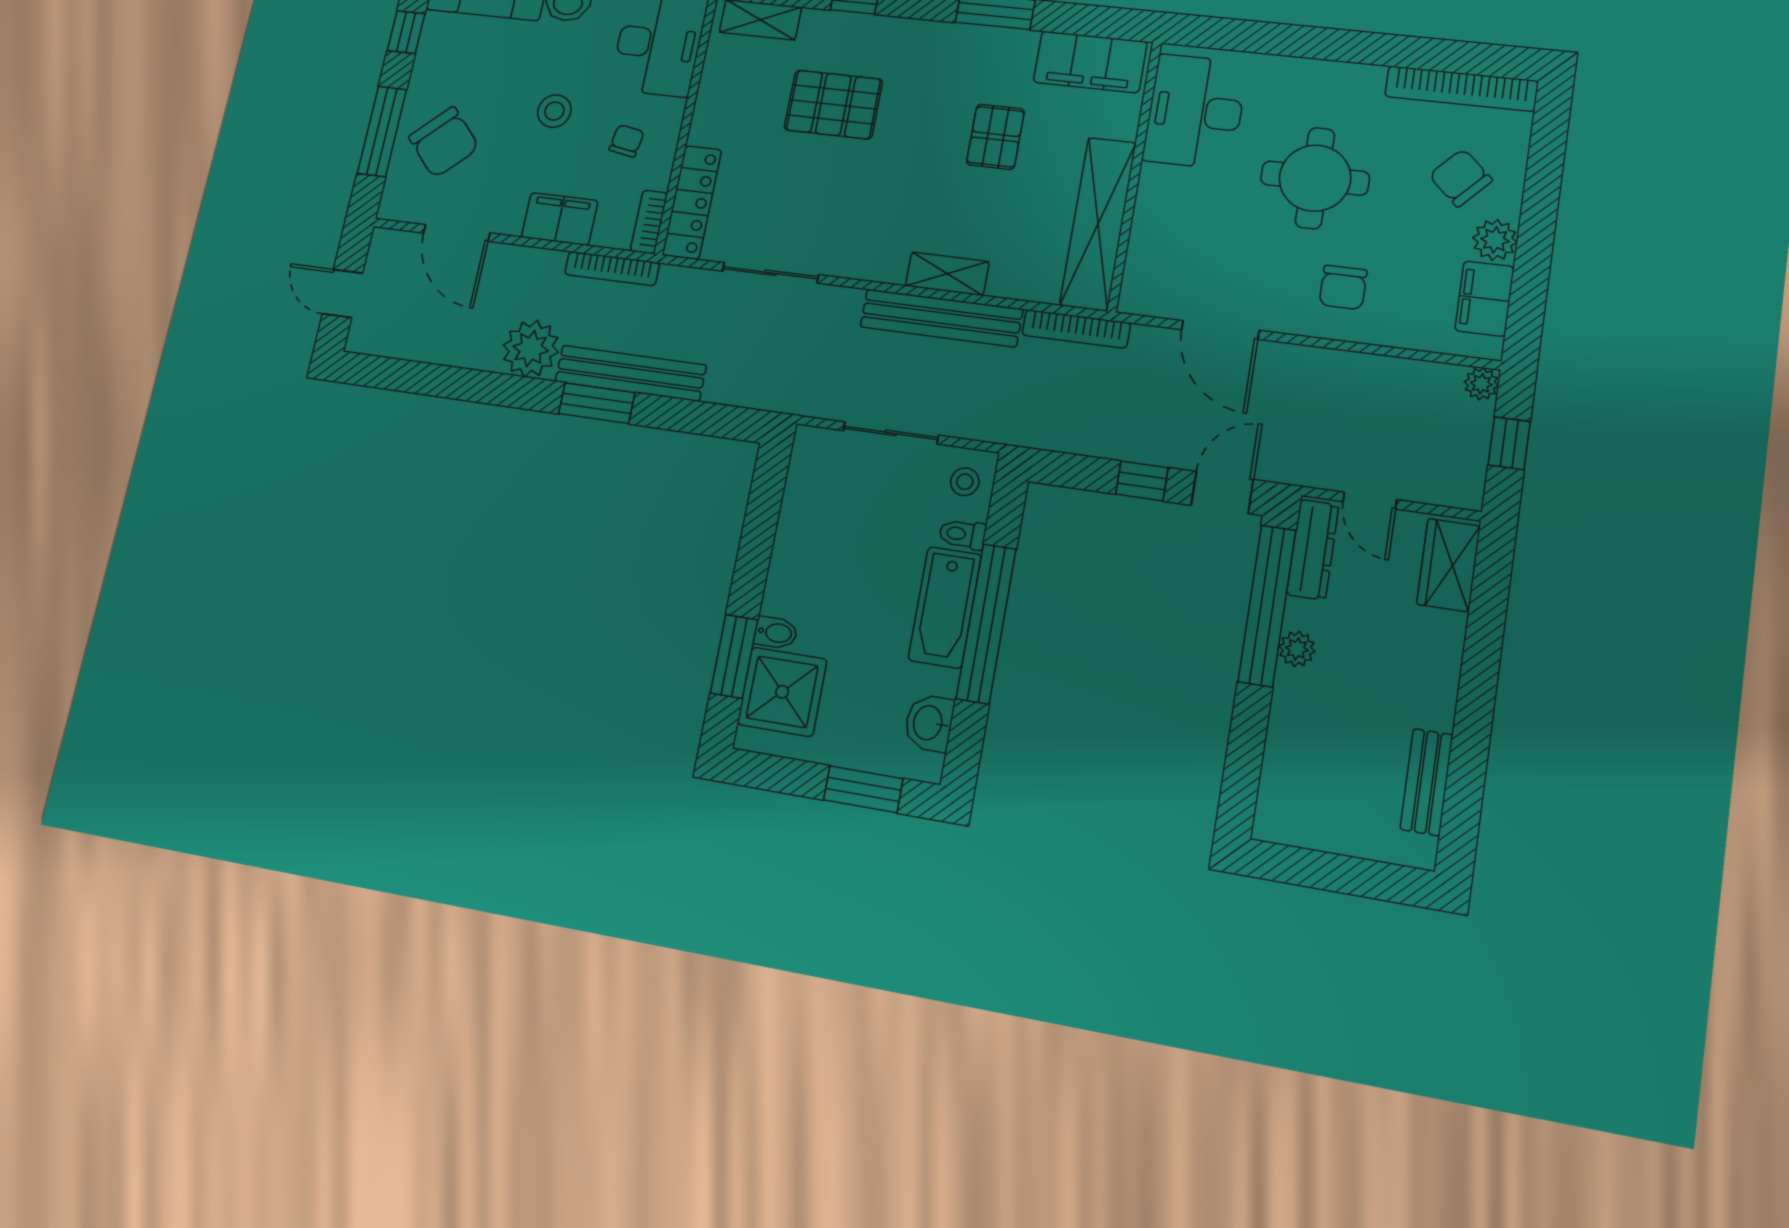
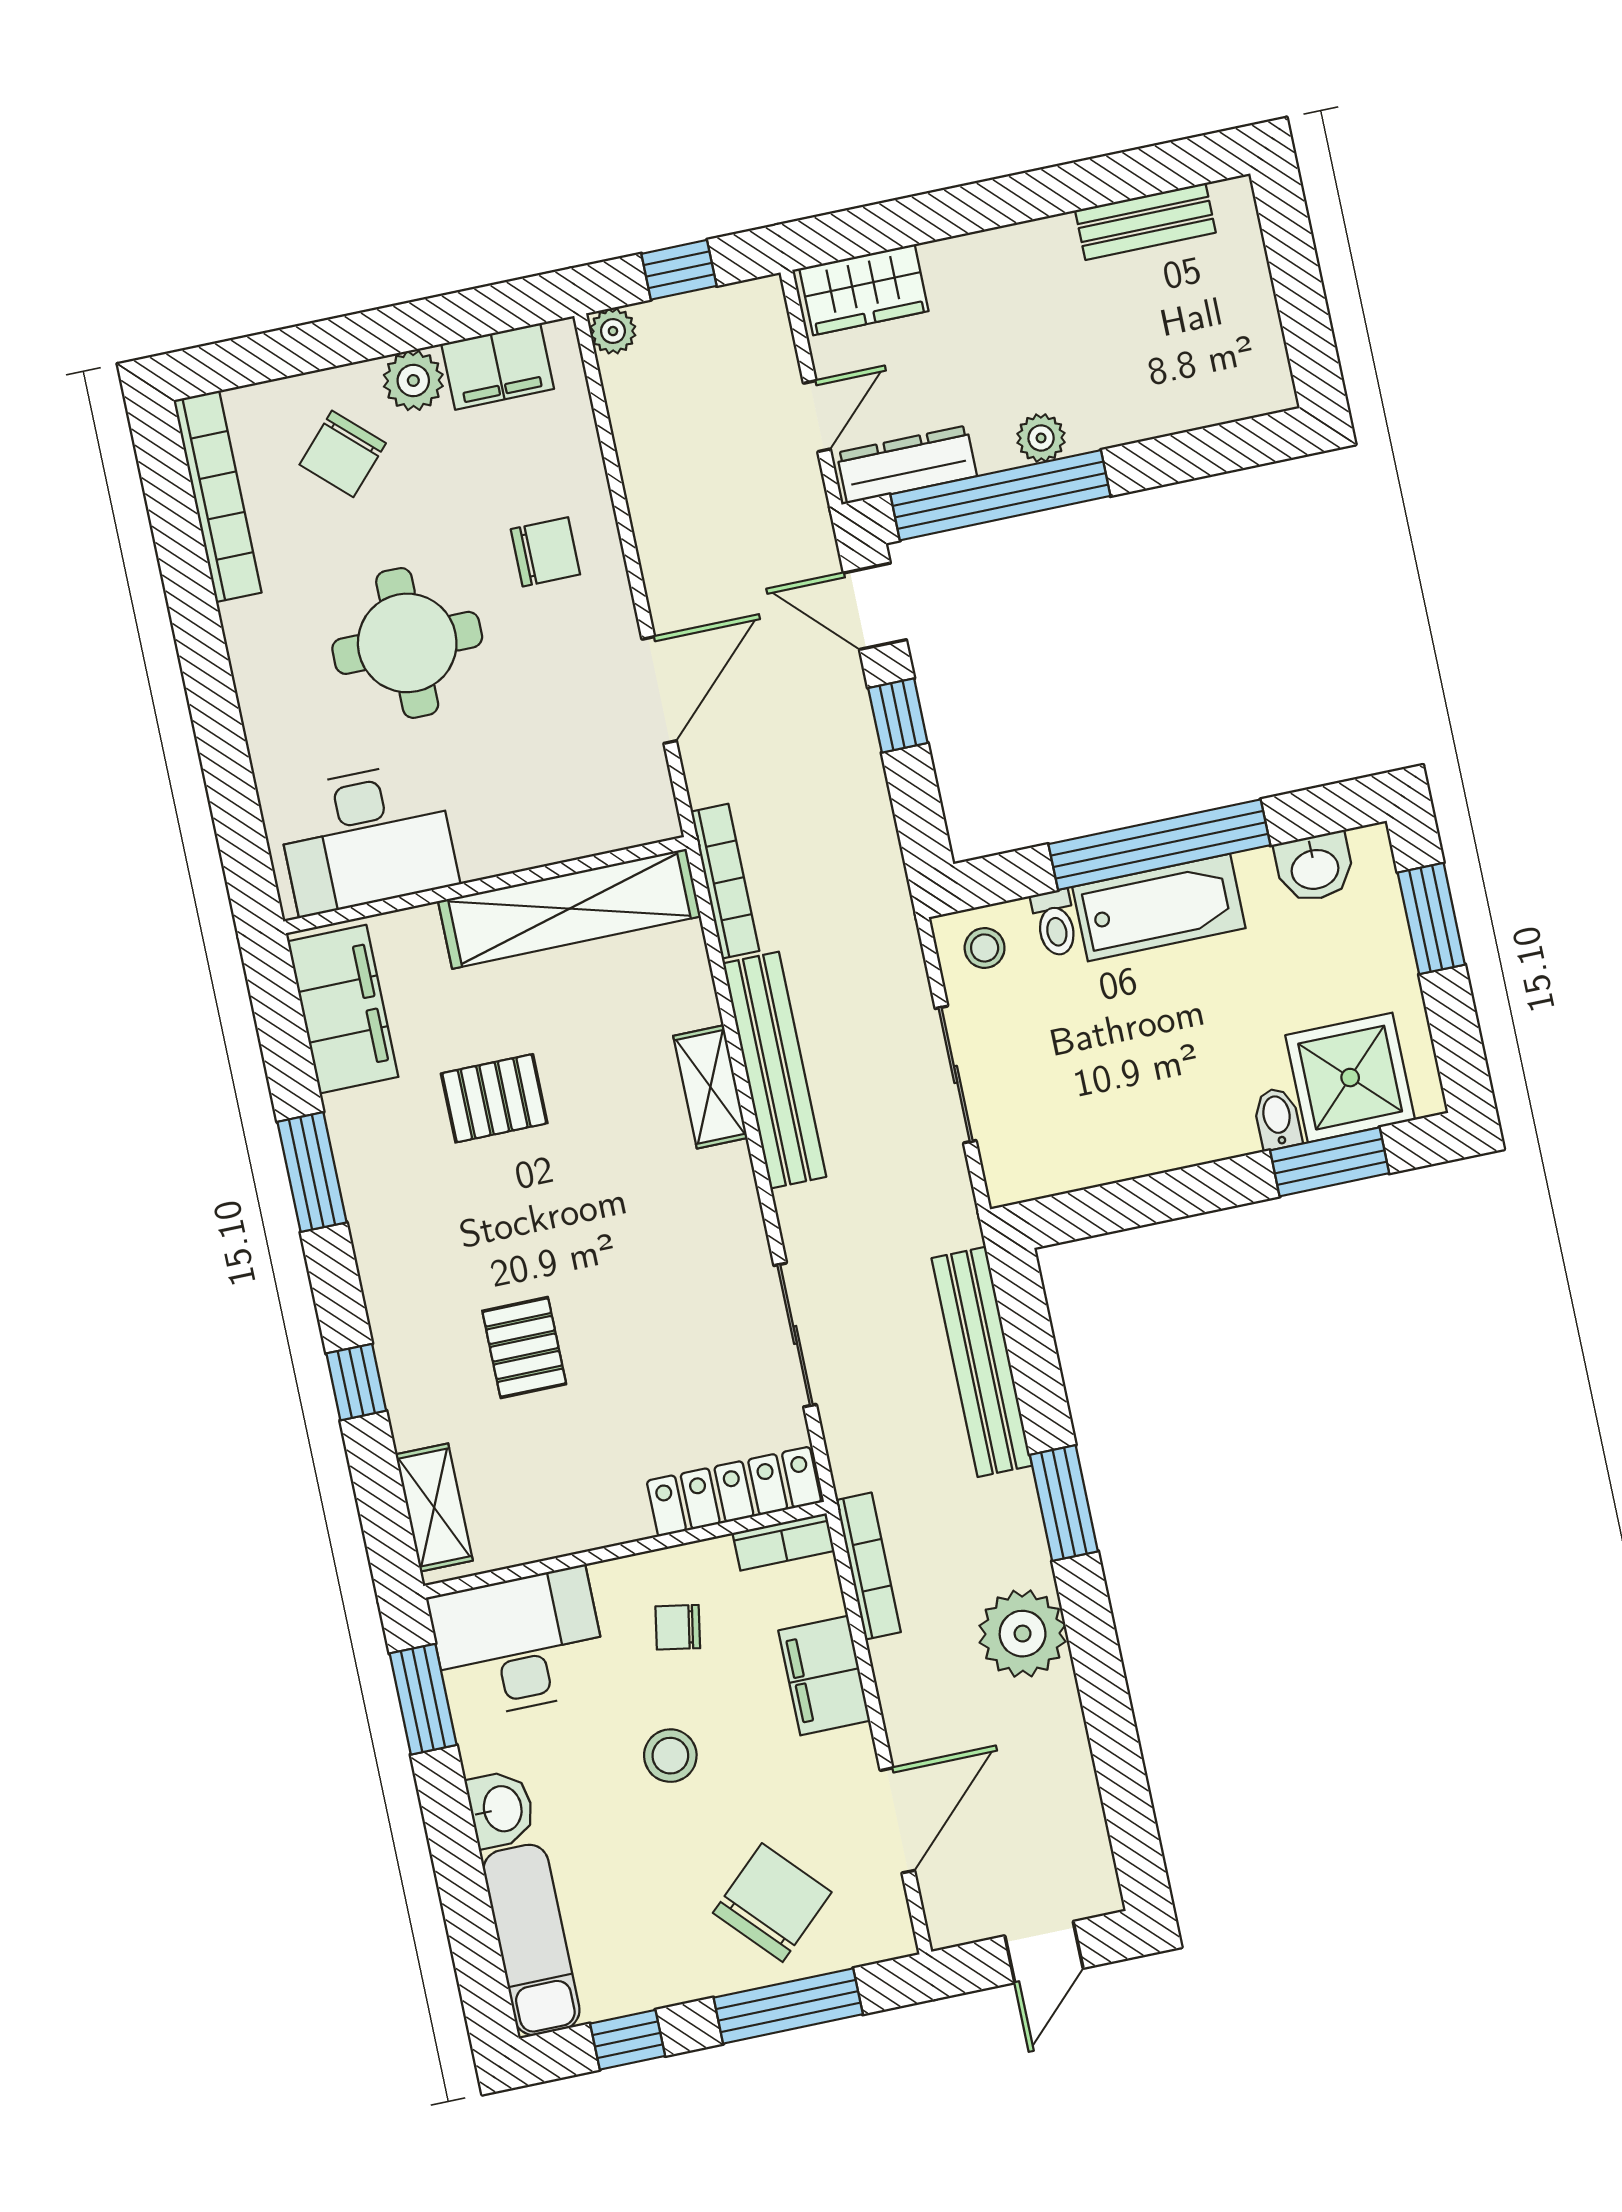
pallet: (833, 105) -> (524, 1348), width x0.67, depth x0.71
bench: (631, 373) -> (982, 1362), moved

